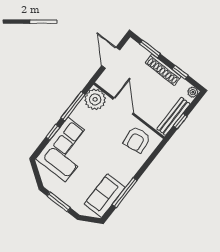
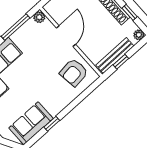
plant: (95, 99) -> (39, 17), width x0.53, depth x0.53
window: (125, 193) -> (52, 124), width x0.46

